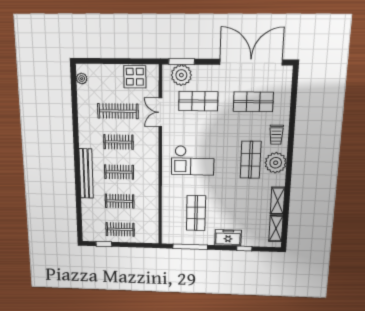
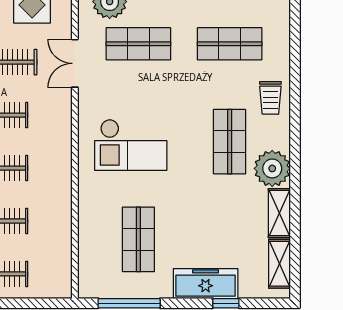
plant: (276, 163) -> (272, 168), moved
freezer: (228, 238) -> (206, 284), width x1.40

